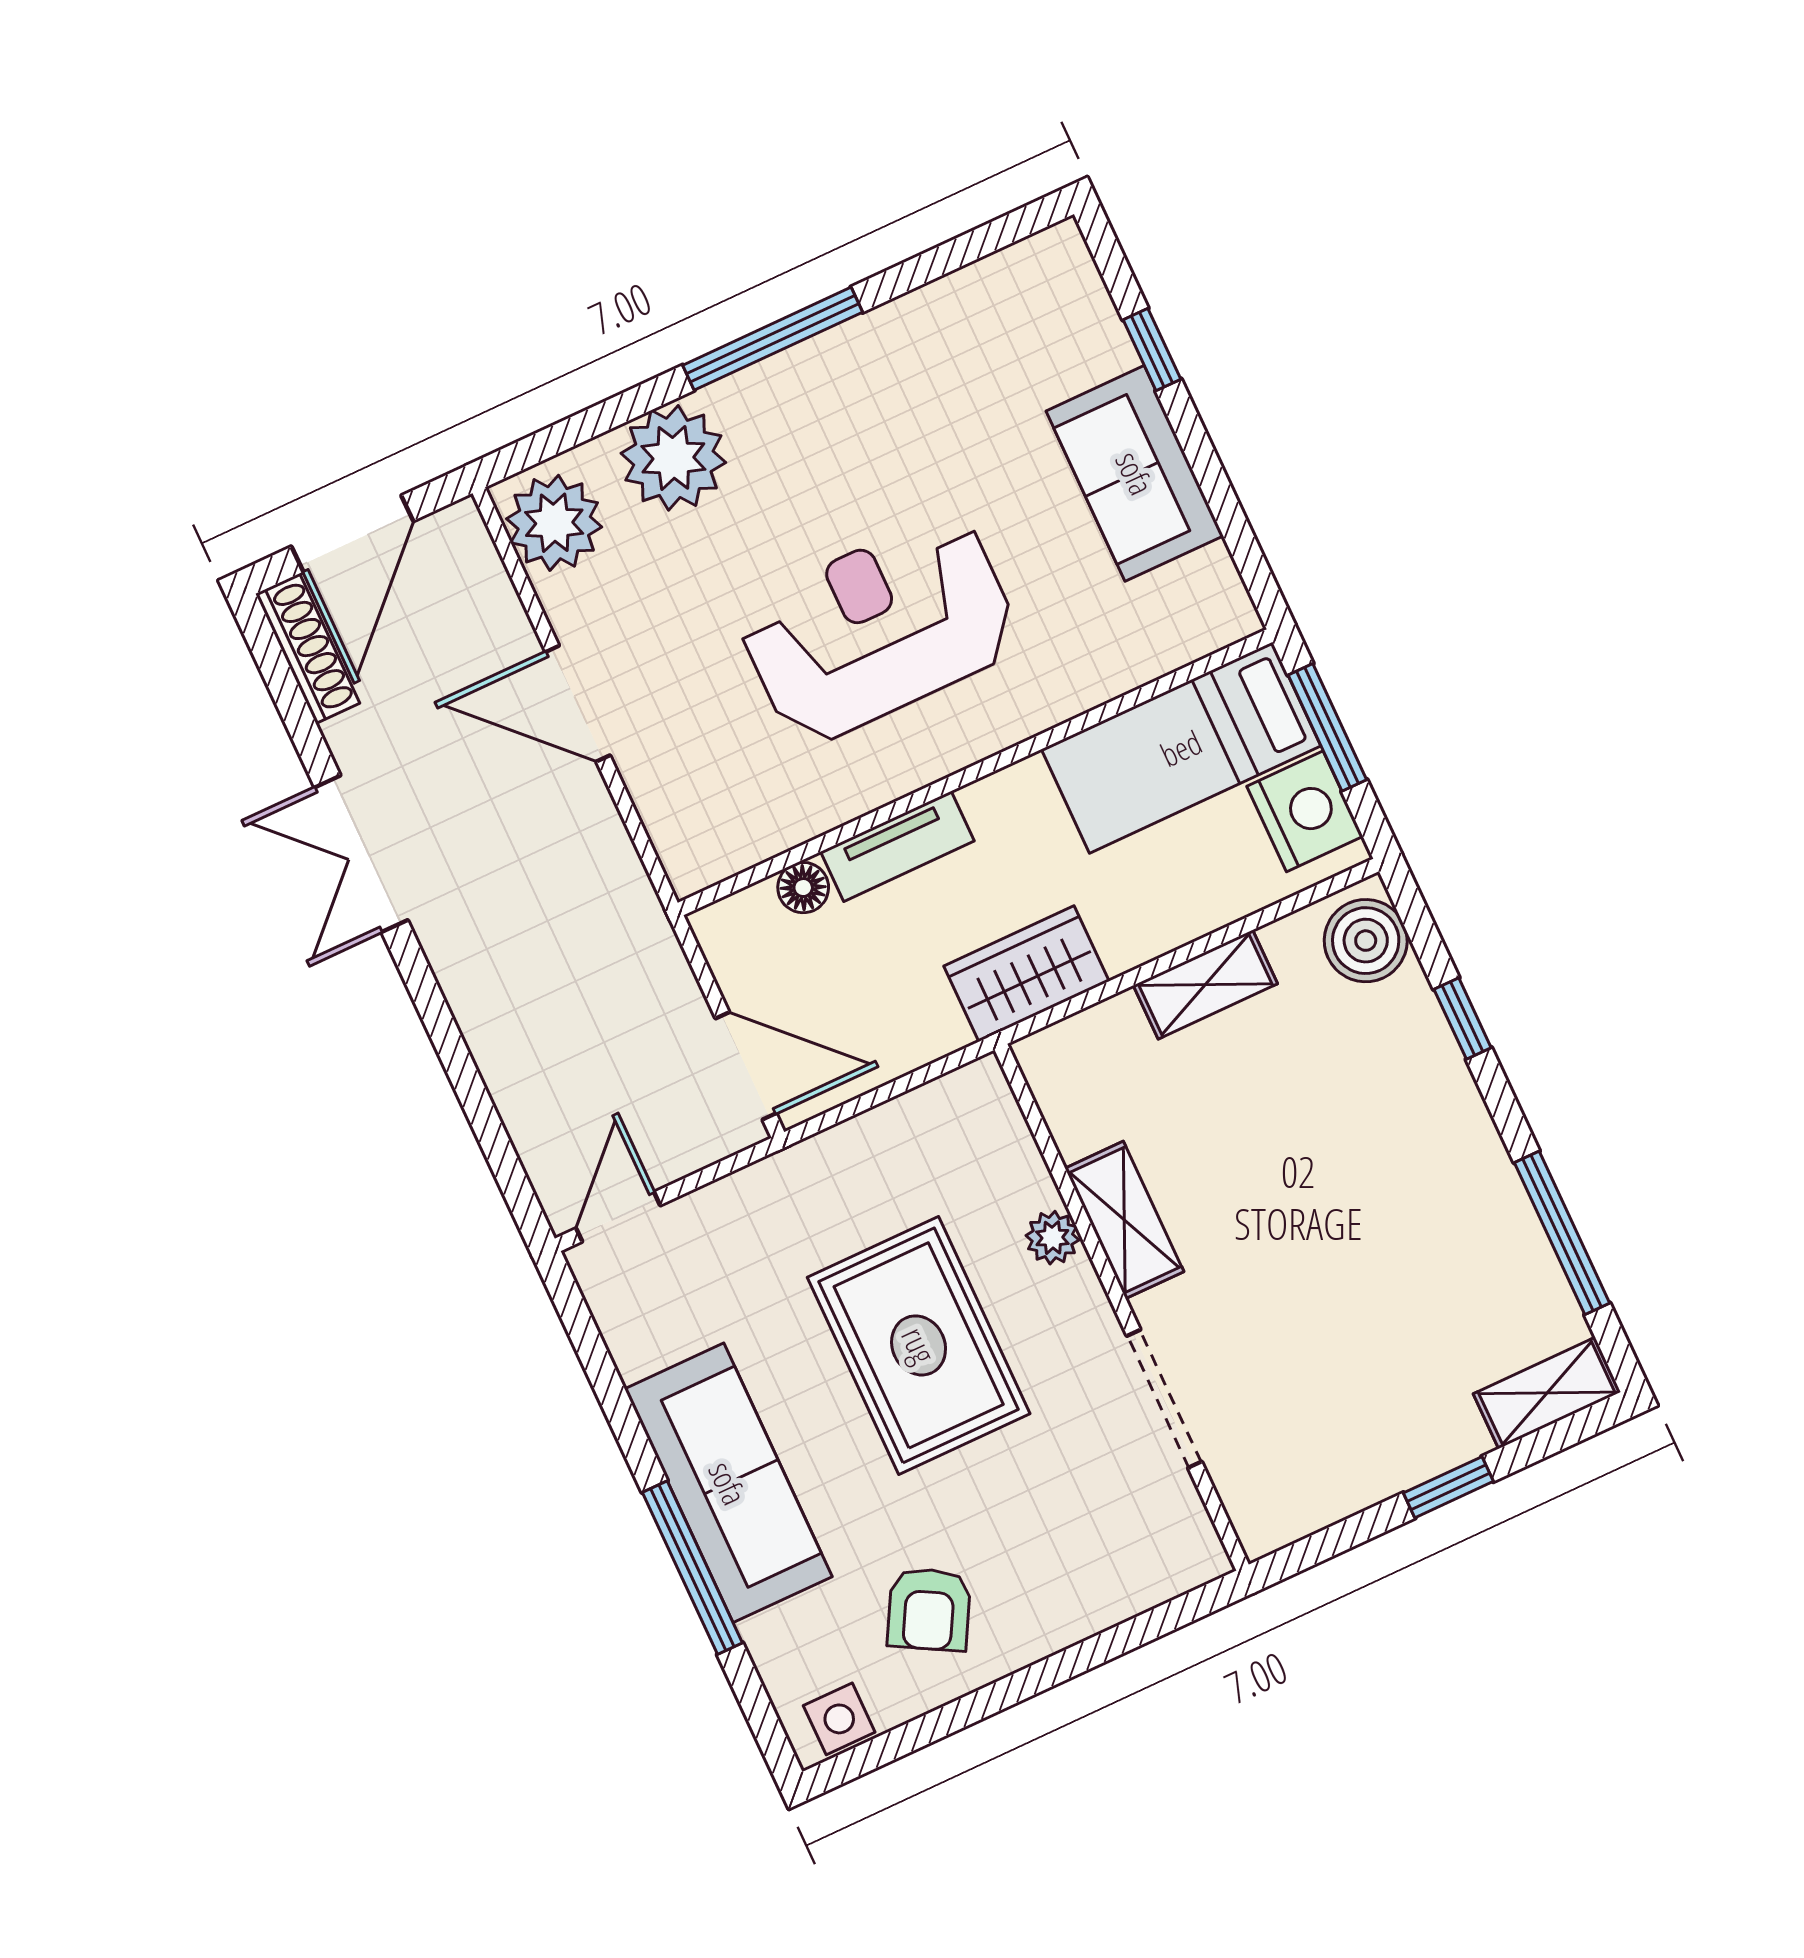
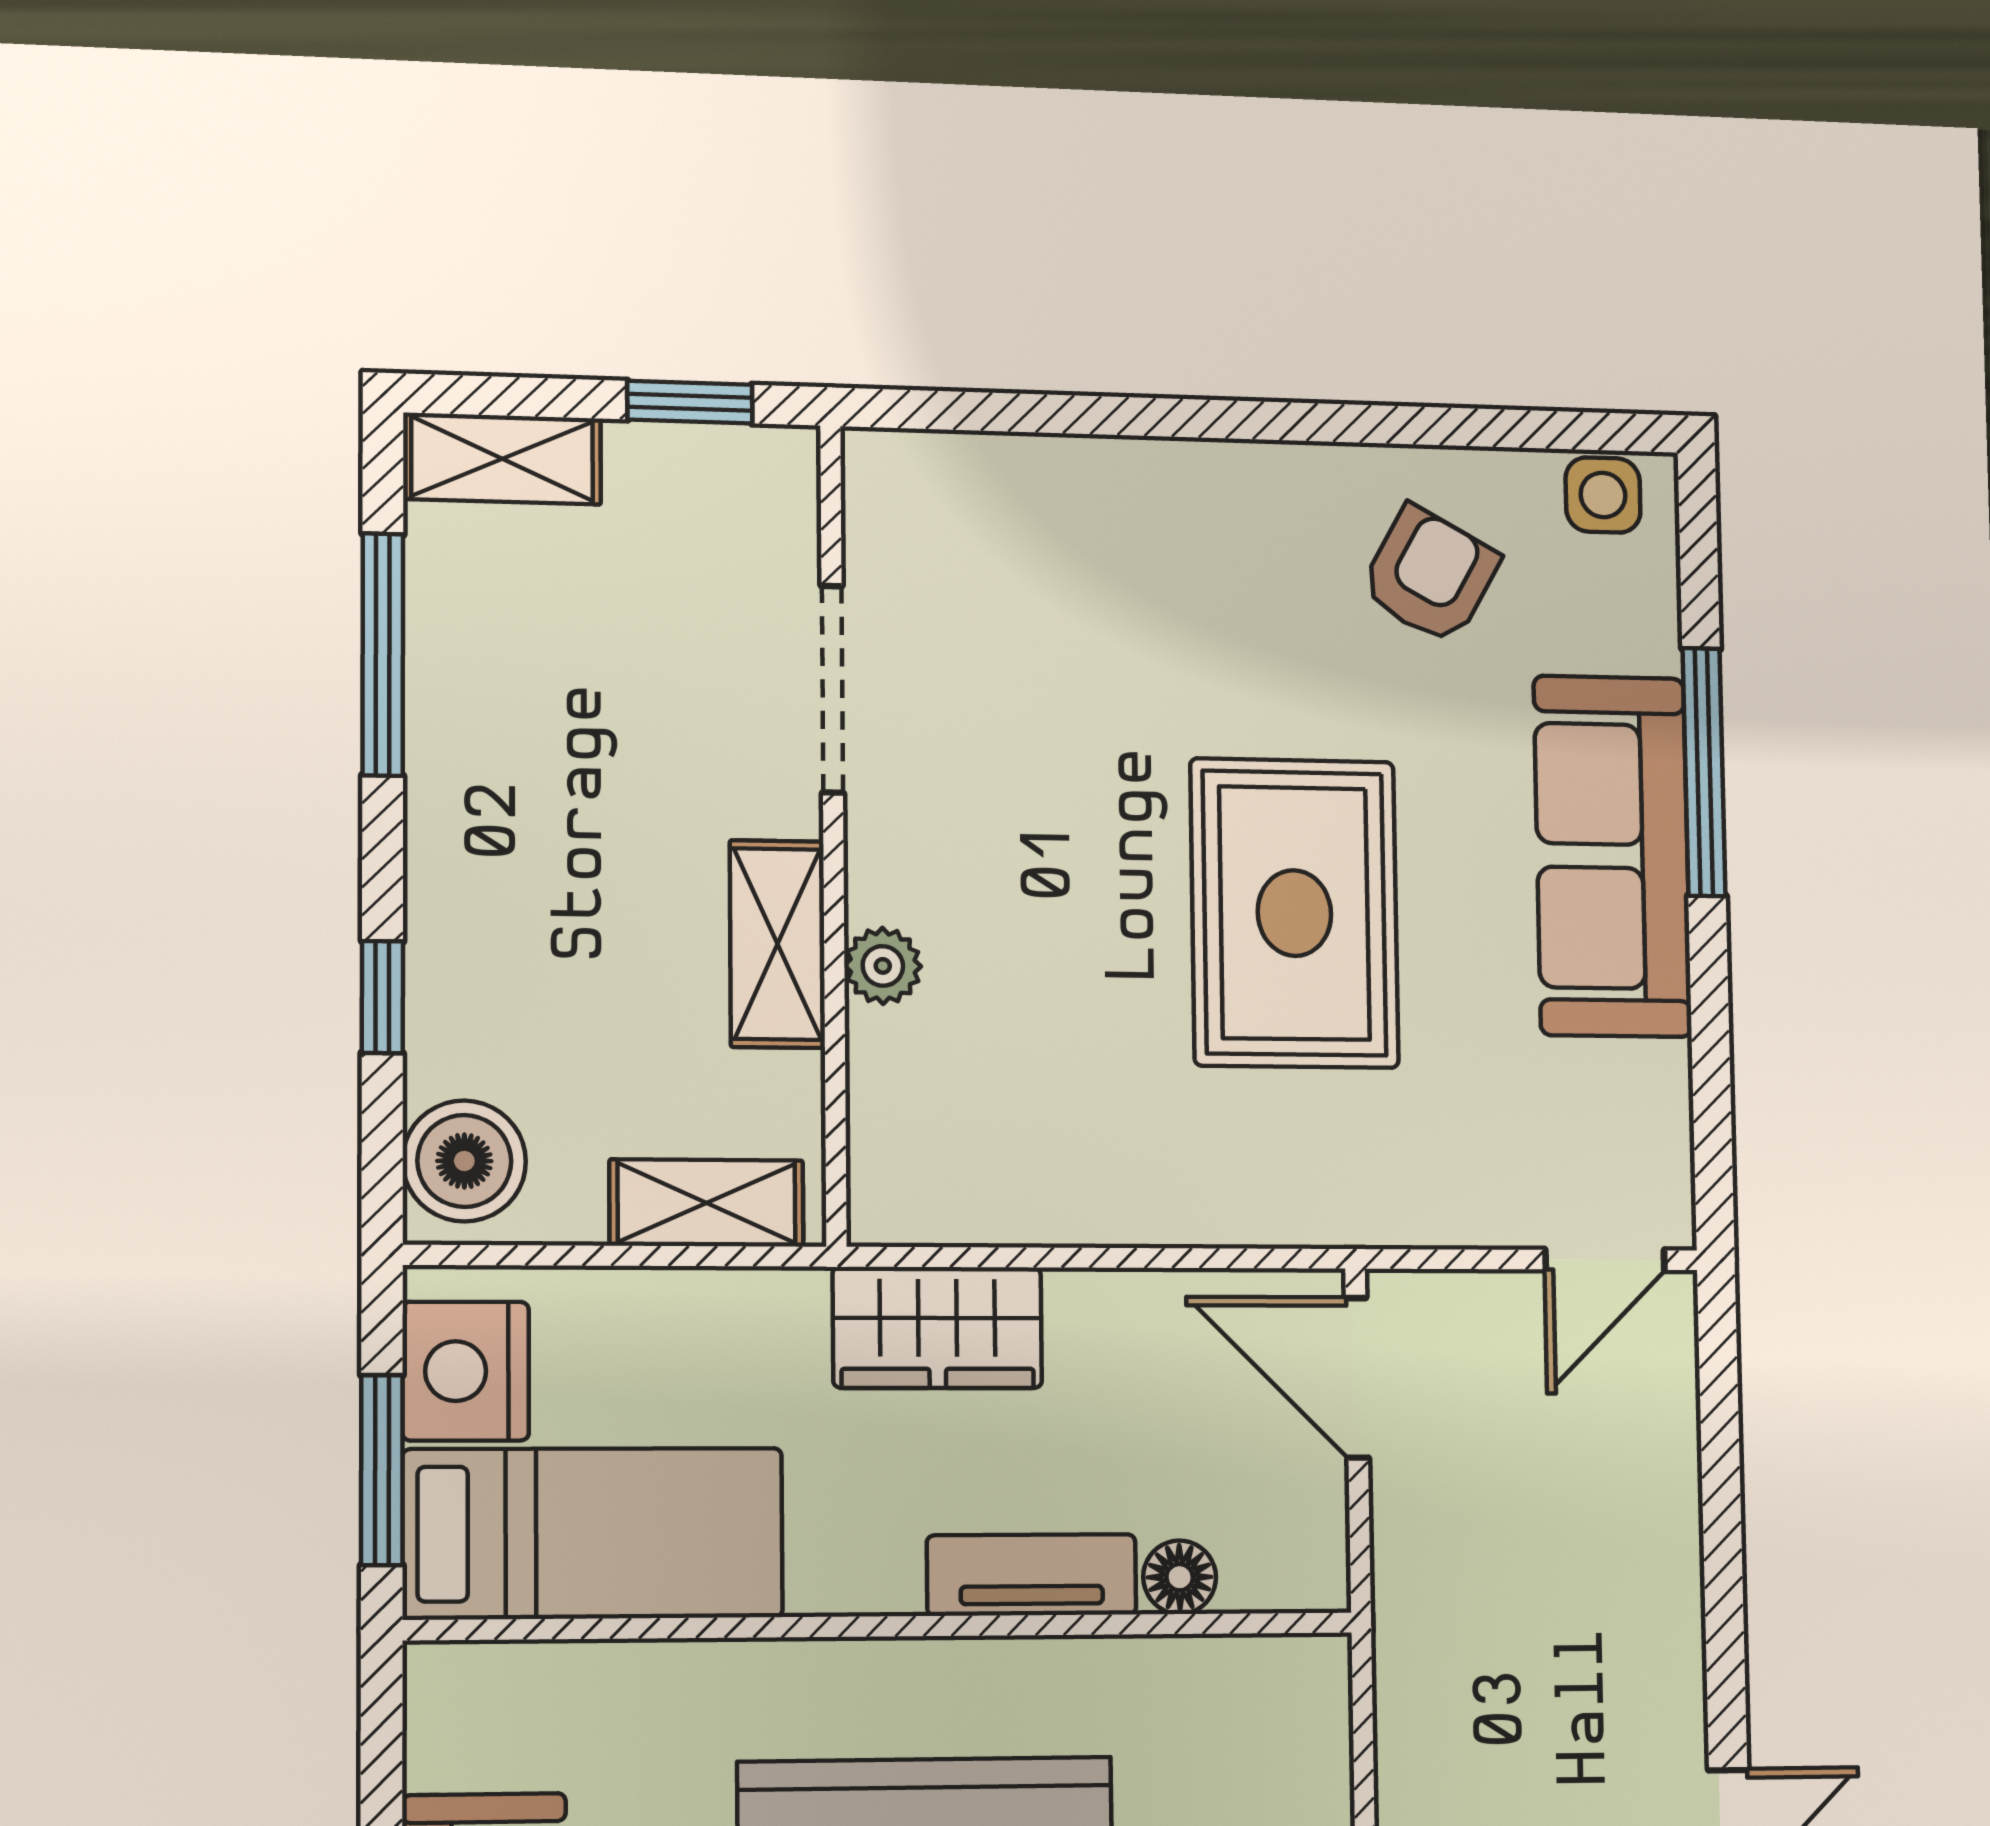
shelving: (1124, 1220) -> (777, 944), moved
plant: (1052, 1238) -> (883, 966), moved
wall: (1122, 1307) -> (833, 833), moved
doorway: (1164, 1399) -> (832, 689), moved

